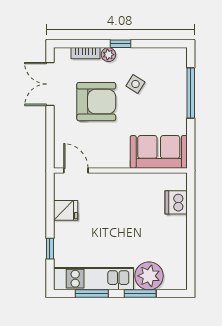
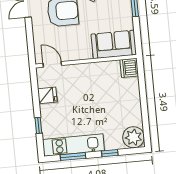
dishwasher: (176, 202) -> (129, 68), moved
plant: (149, 276) -> (133, 137), moved
window: (140, 294) -> (110, 153), width x0.67

